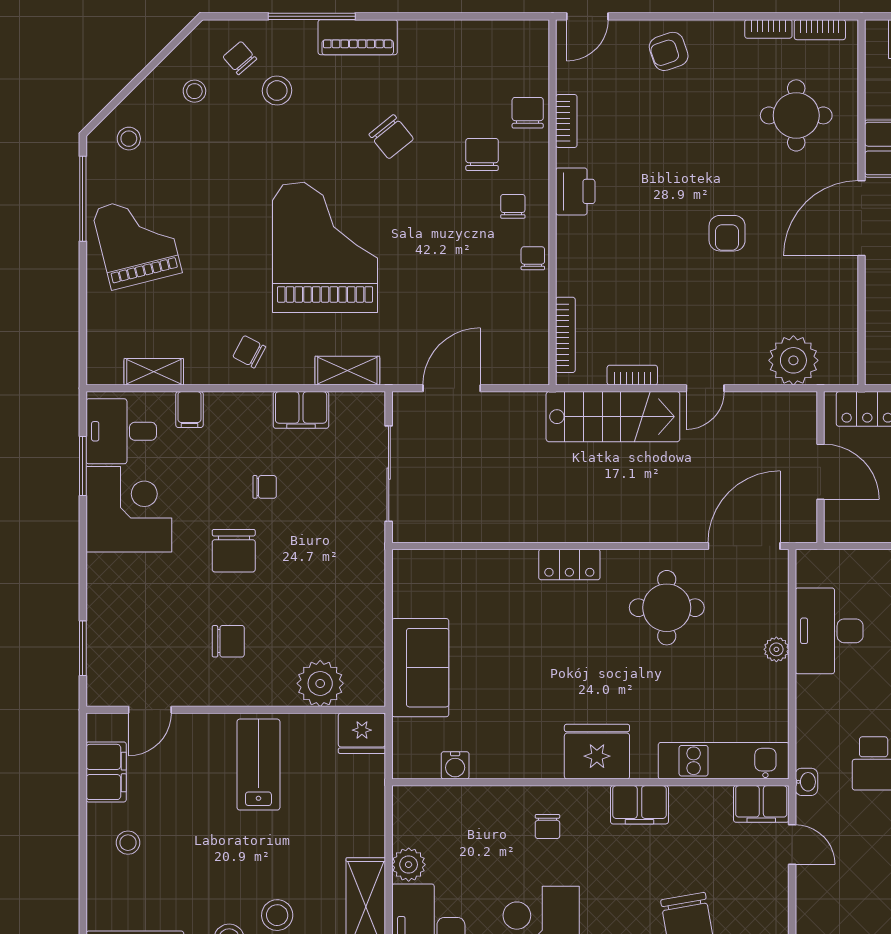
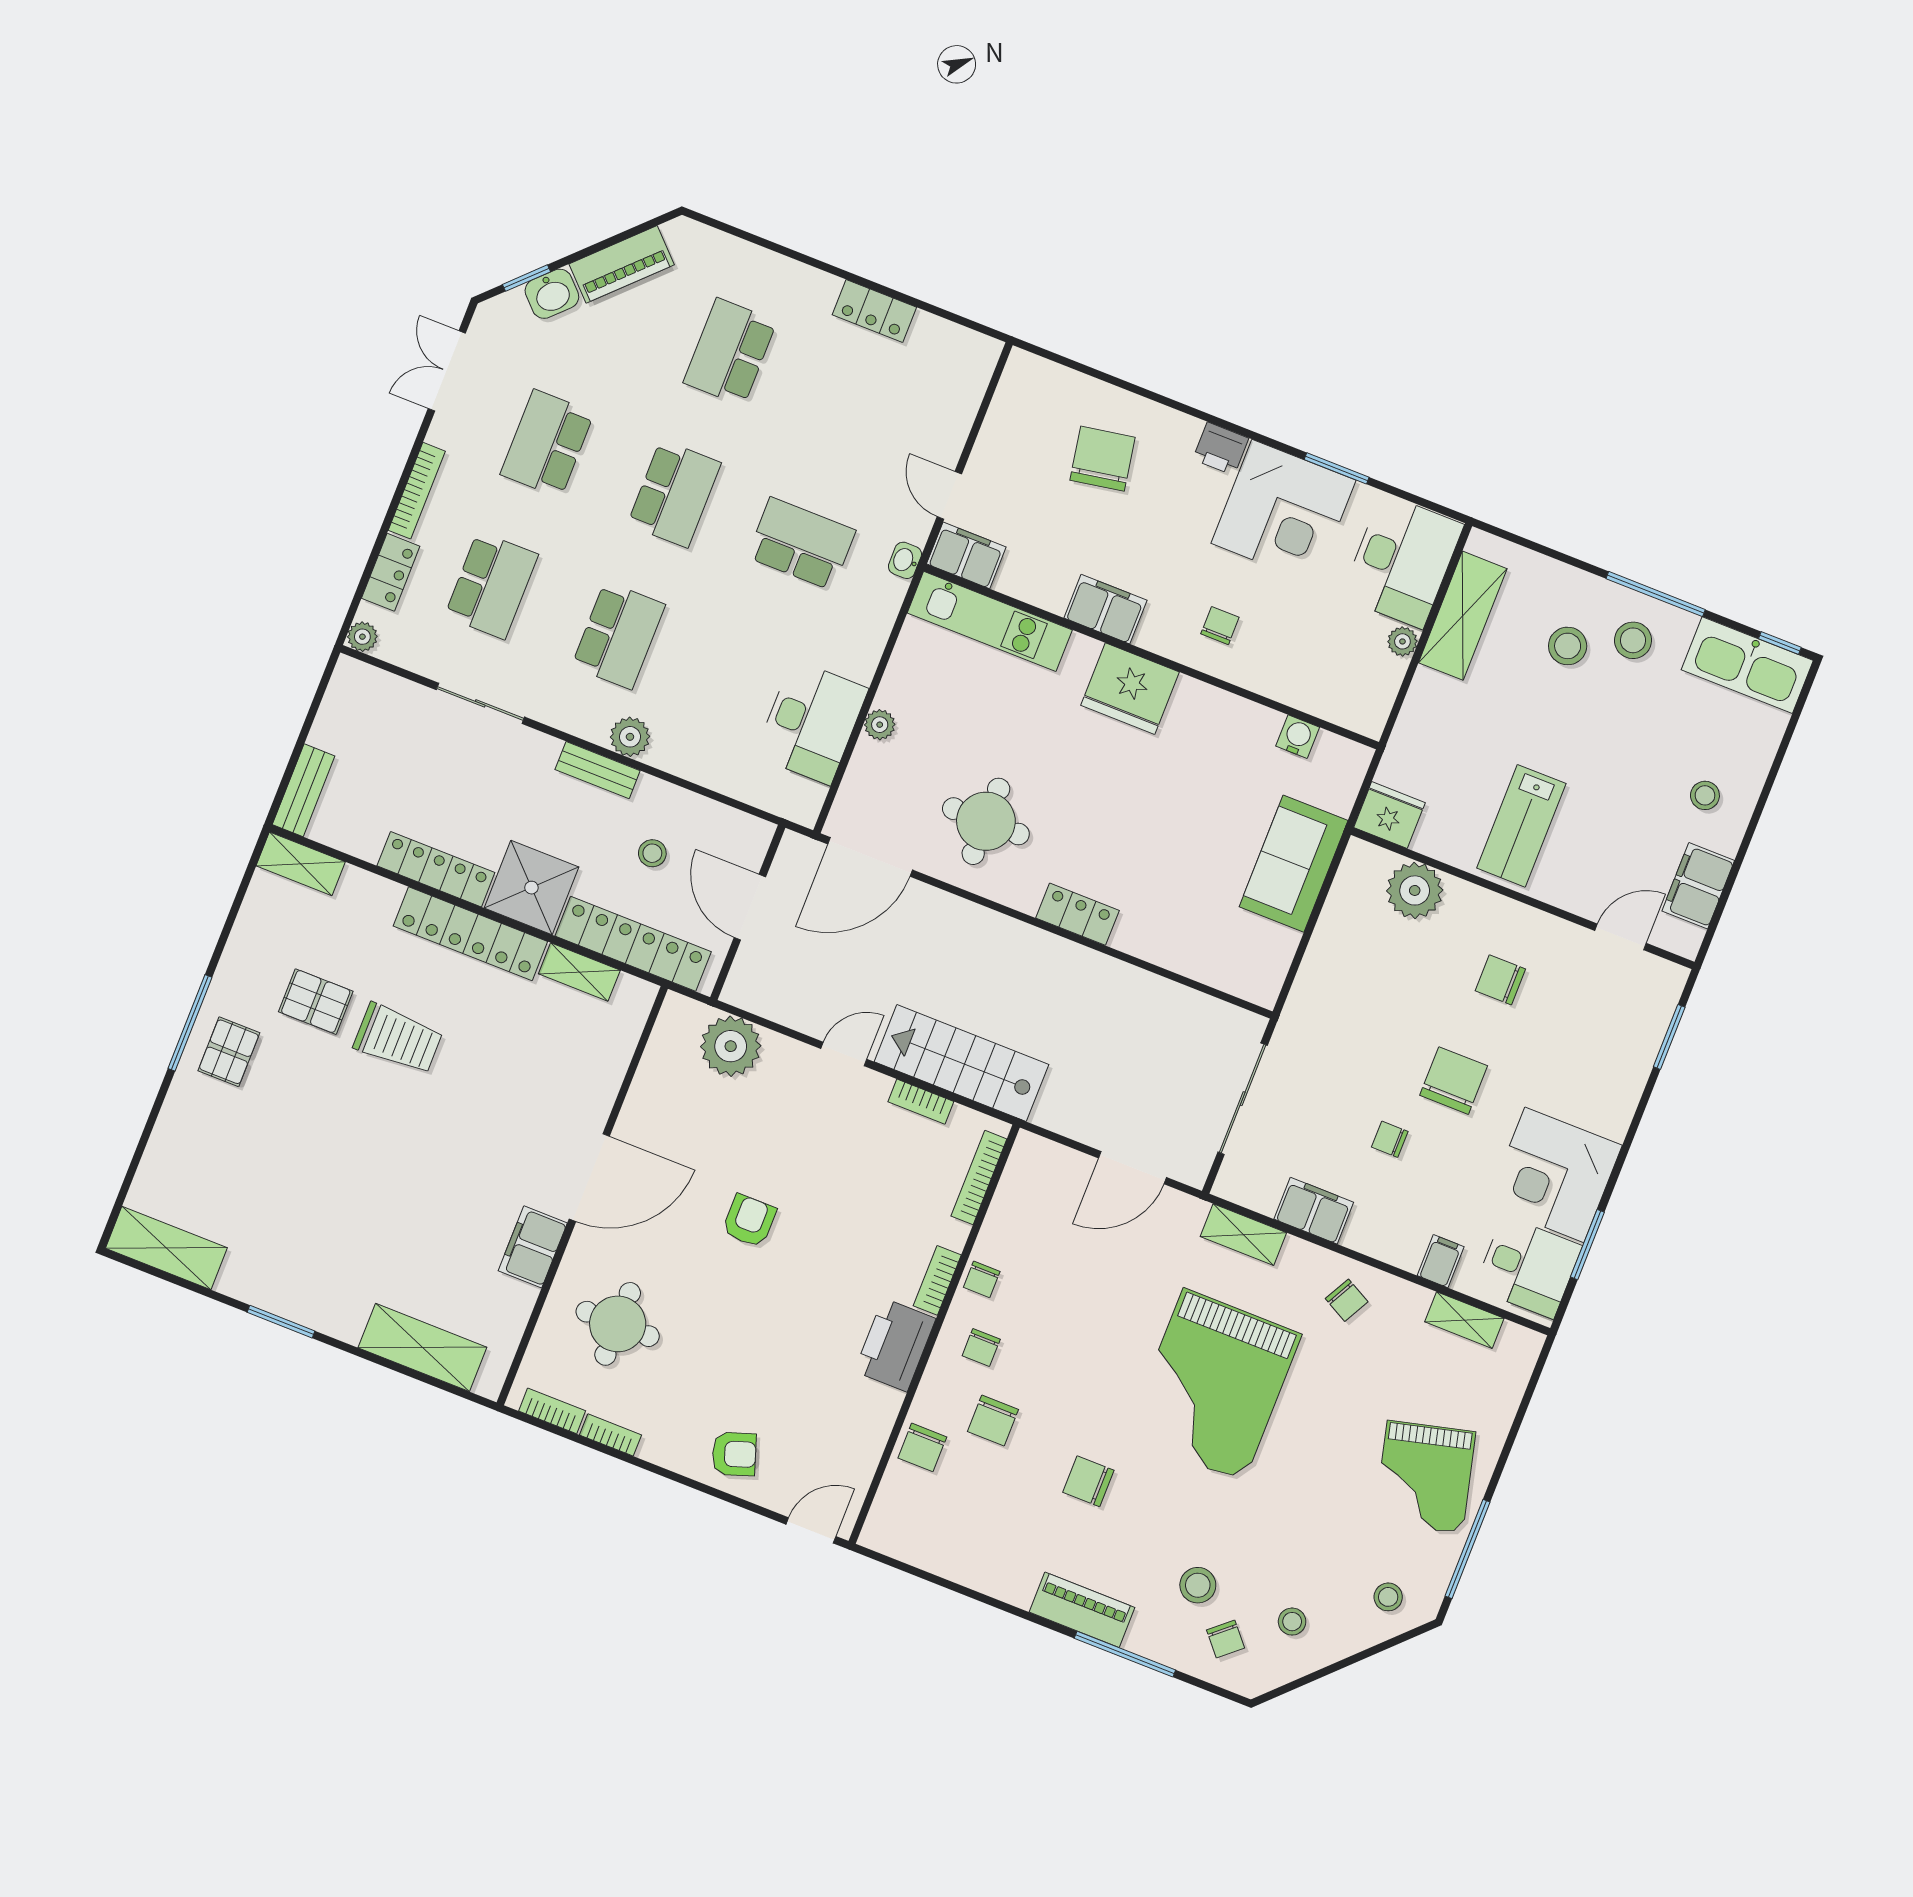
bookcase: (566, 121) -> (937, 1280), moved
chair: (391, 137) -> (1088, 1481), turned -51
printer: (575, 191) -> (895, 1345), width x1.37, depth x1.19
plant: (409, 865) -> (1402, 641), width x0.73, depth x0.73

